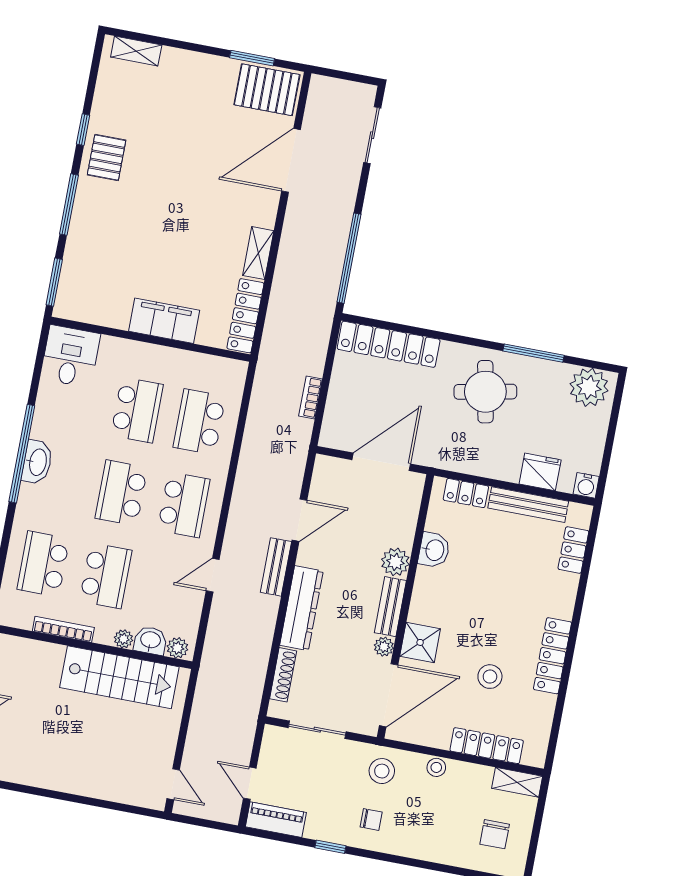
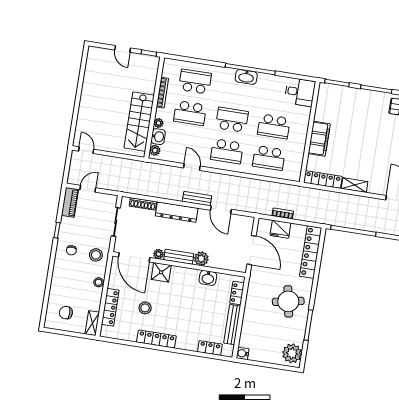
school desk: (199, 422) -> (269, 158), turned 180
fridge: (540, 472) -> (280, 229), moved, turned 90
door: (173, 784) -> (86, 150), swing flipped

